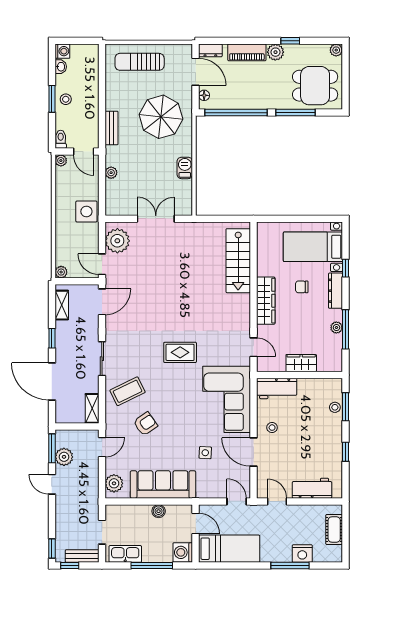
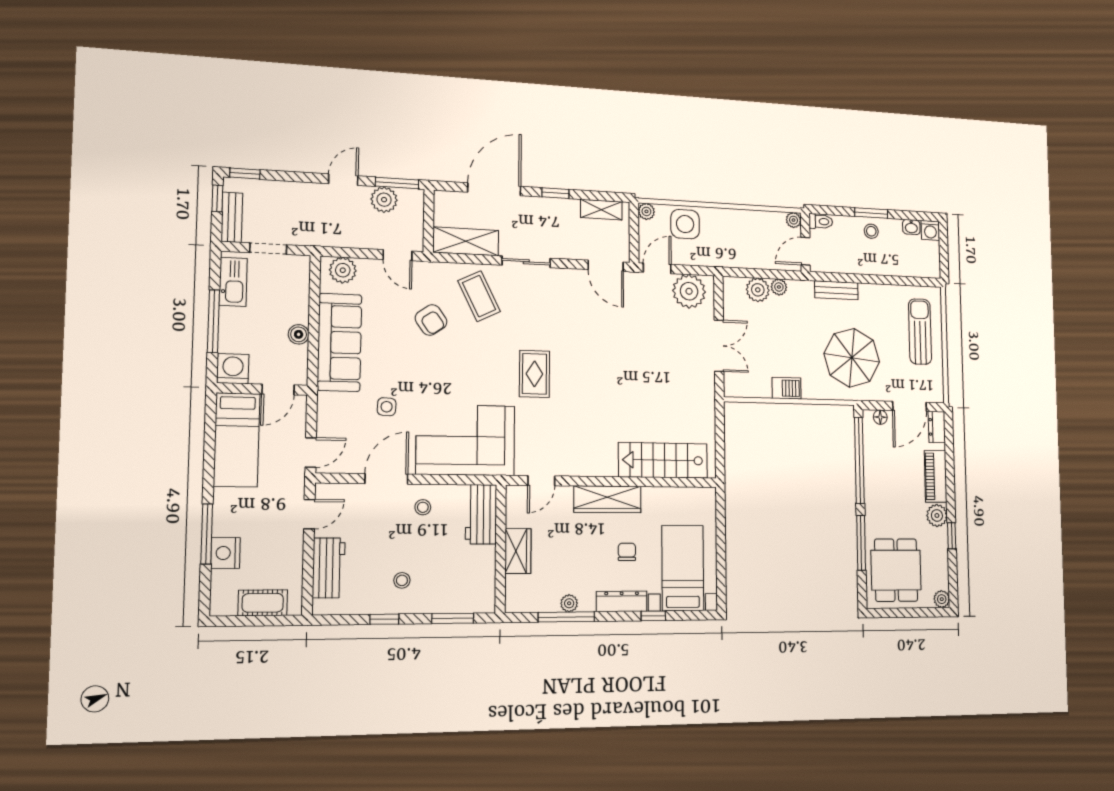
plant: (114, 189) -> (758, 290), added
side table: (86, 211) -> (685, 224), moved
stool: (335, 407) -> (402, 580), moved
shelving: (92, 408) -> (466, 241), width x1.50, depth x1.33

